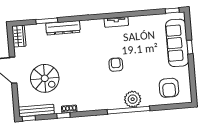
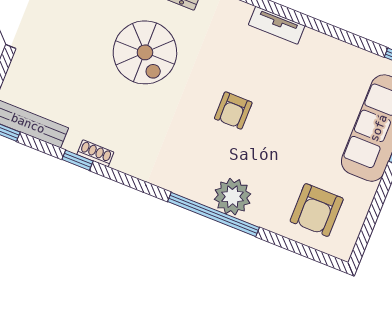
armchair: (116, 65) -> (233, 111), turned 180
spiral stairs: (45, 78) -> (145, 52), moved

